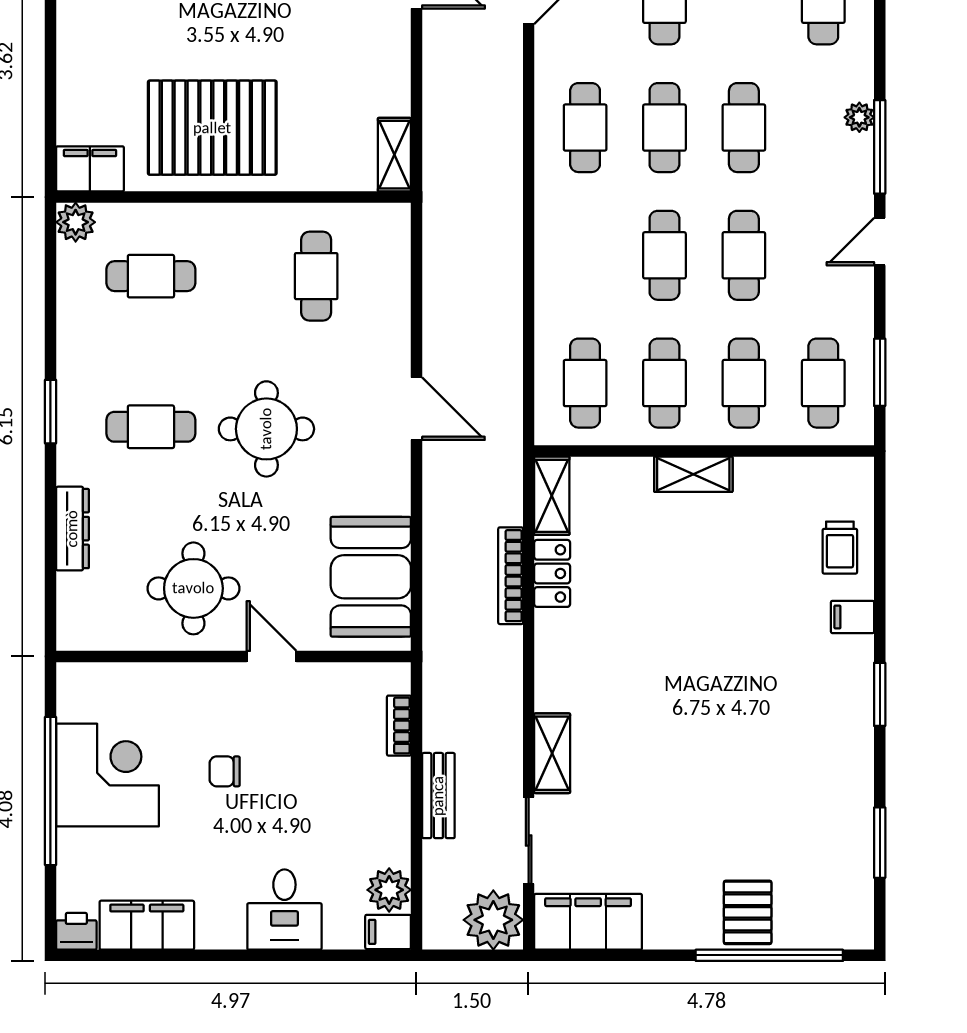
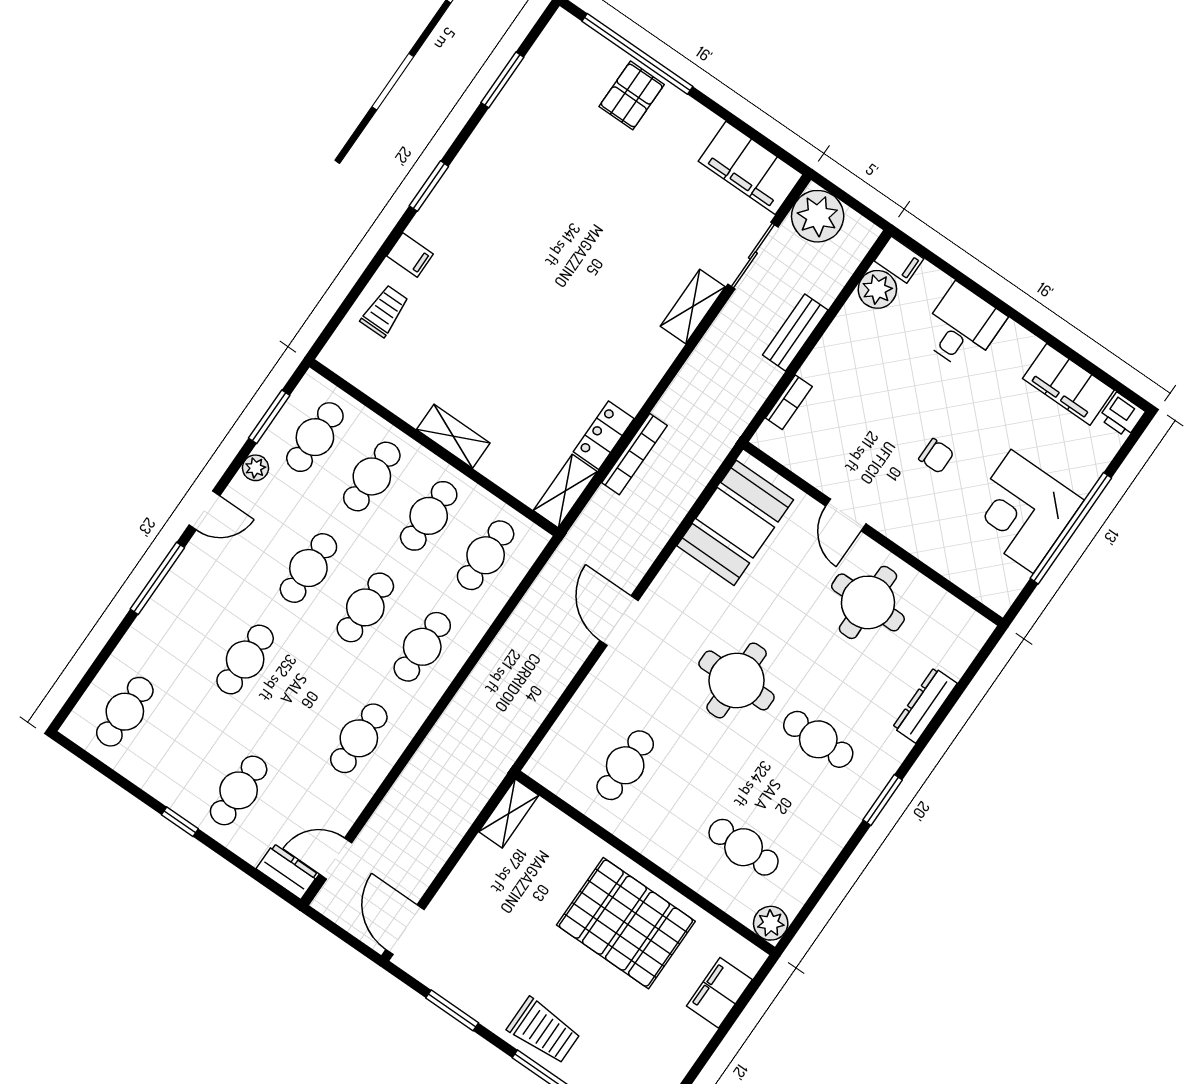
plant: (859, 117) -> (255, 468), moved
cafe table: (664, 128) -> (422, 647), moved
filing cabinet: (90, 169) -> (719, 993), moved, turned 90

